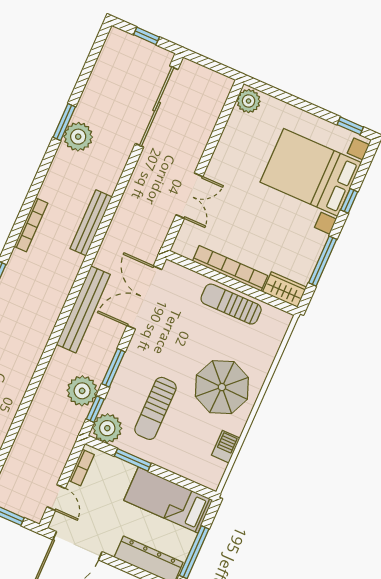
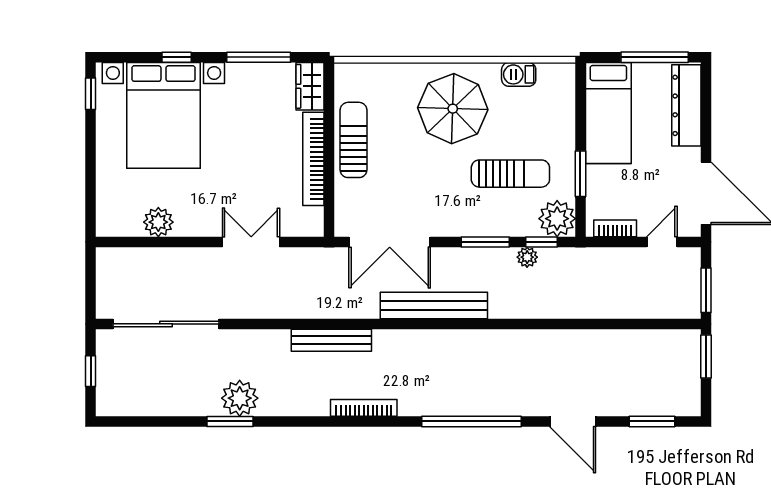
plant: (249, 101) -> (158, 222), moved
sun lounger: (231, 304) -> (354, 140), turned 180
plant: (82, 391) -> (527, 257), width x0.53, depth x0.53

